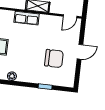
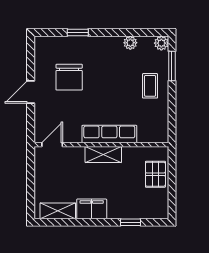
row of seats: (27, 18) -> (109, 134), width x1.48
chair: (54, 58) -> (69, 77), turned -90

